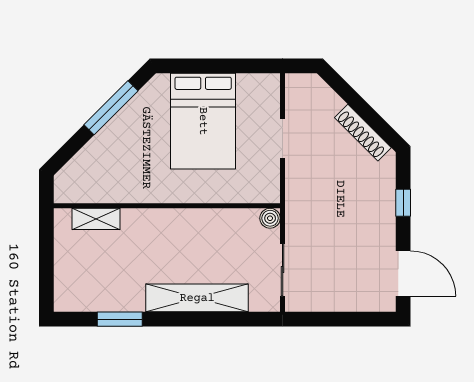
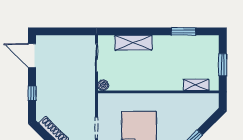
window: (46, 256) -> (223, 65), added
shelving: (197, 298) -> (133, 43), width x0.68

